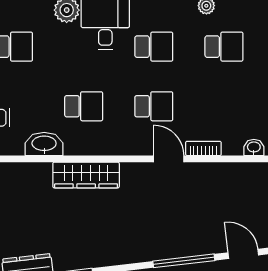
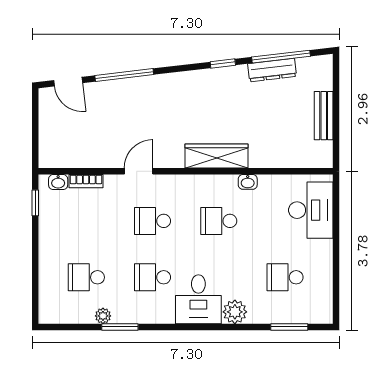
washbasin: (44, 144) -> (248, 182), width x0.52, depth x0.69
bookcase: (203, 148) -> (86, 181), moved
door: (169, 159) -> (139, 171), swing flipped

